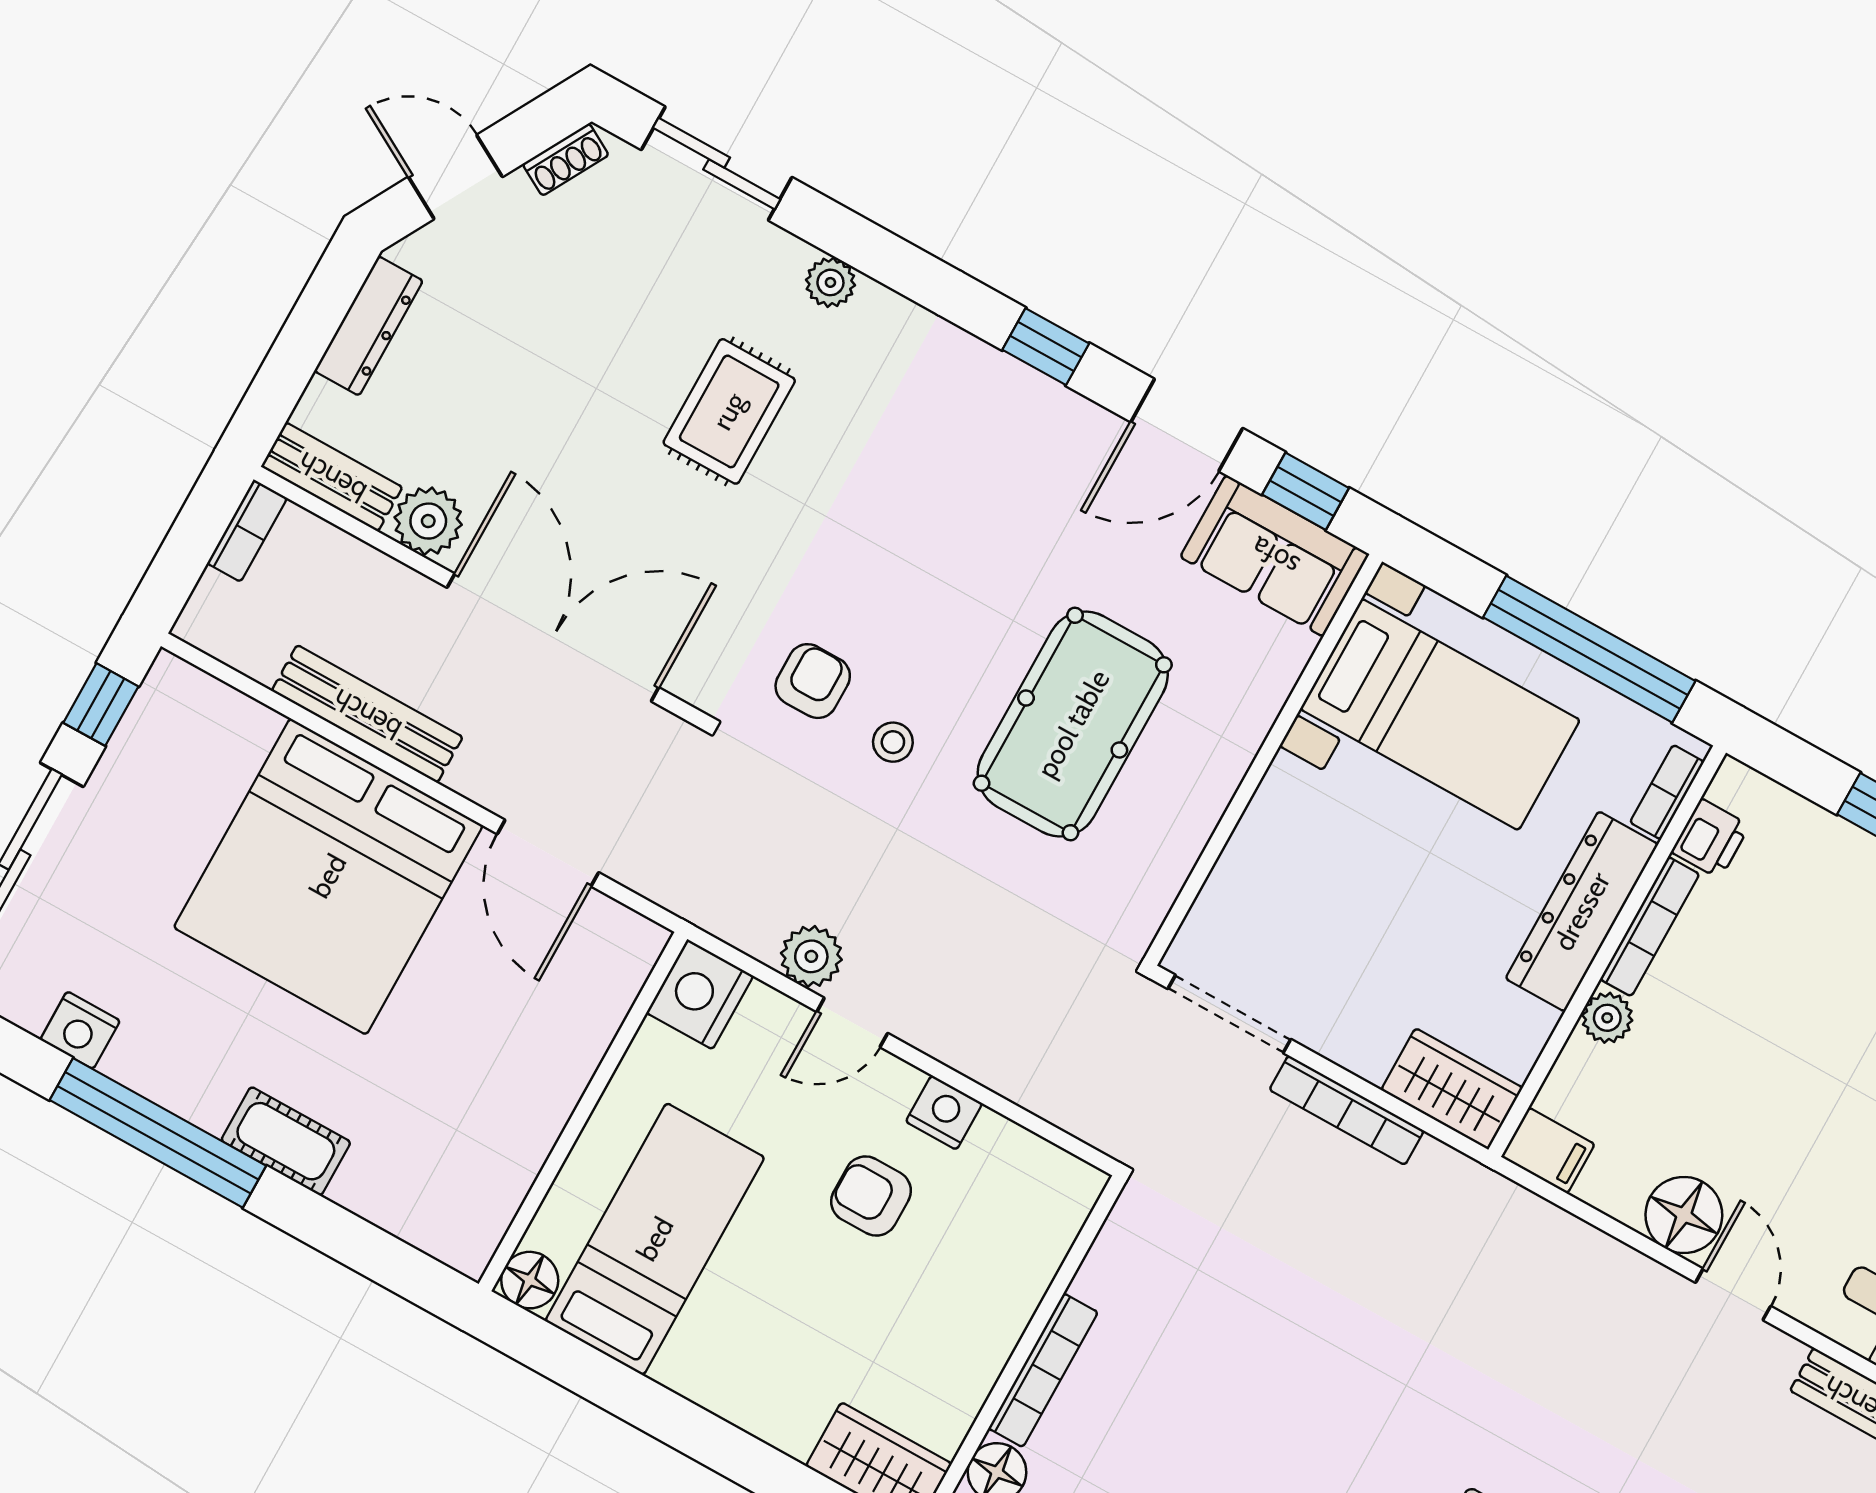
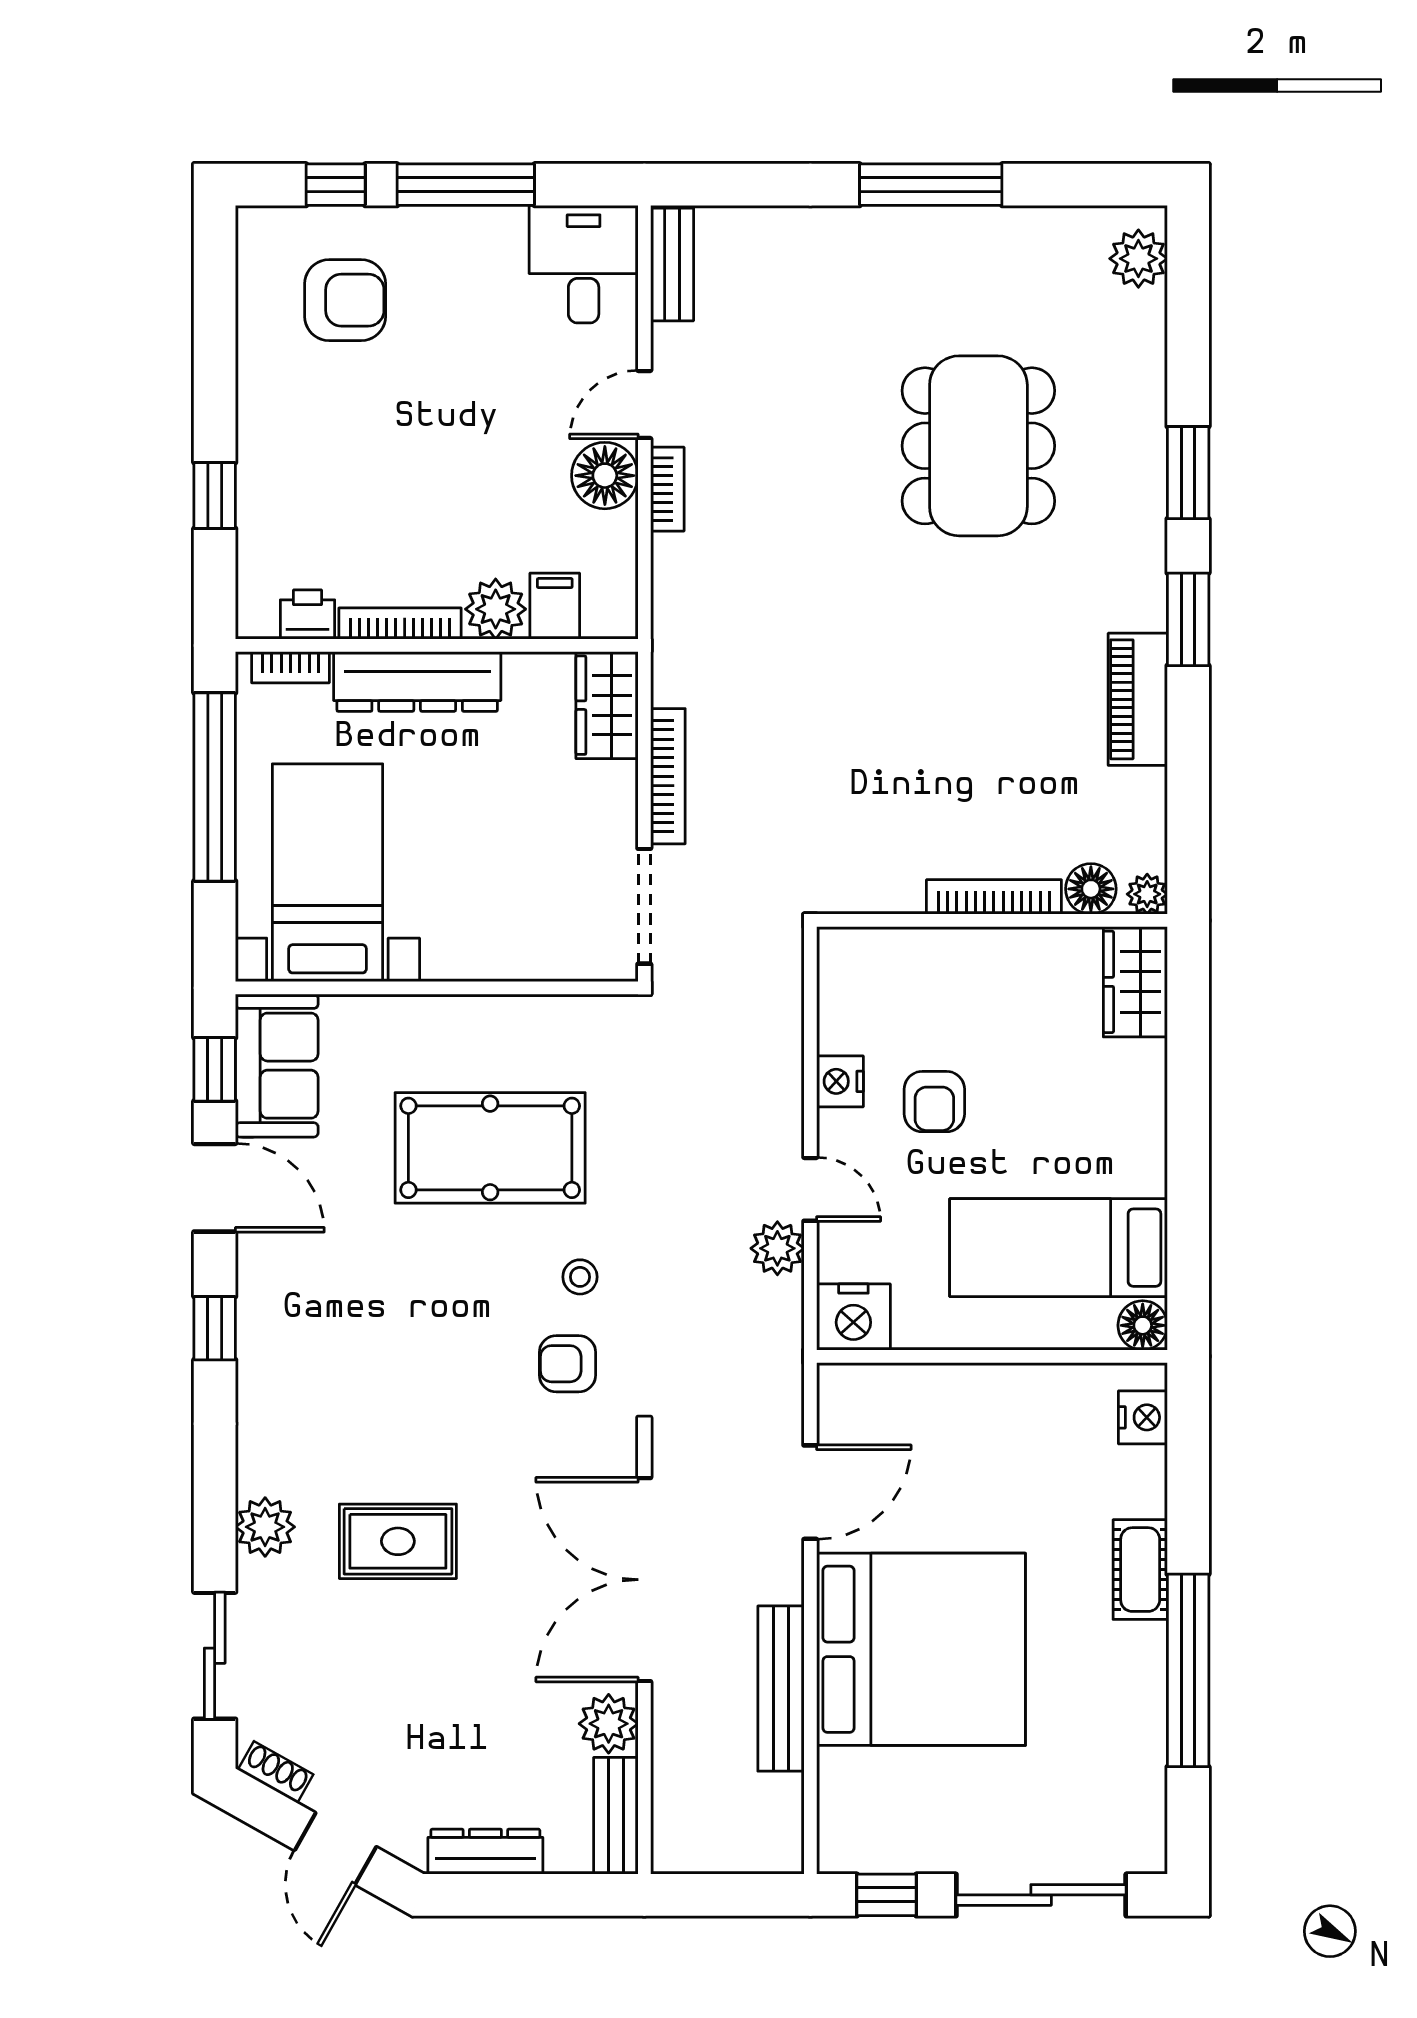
plant: (830, 282) -> (265, 1527), width x1.38, depth x1.38
bookcase: (247, 531) -> (667, 489), moved, turned 90
plant: (1607, 1018) -> (496, 609), width x1.38, depth x1.38
nightstand: (80, 1030) -> (1143, 1417), moved
filing cabinet: (1548, 1151) -> (555, 606), moved

